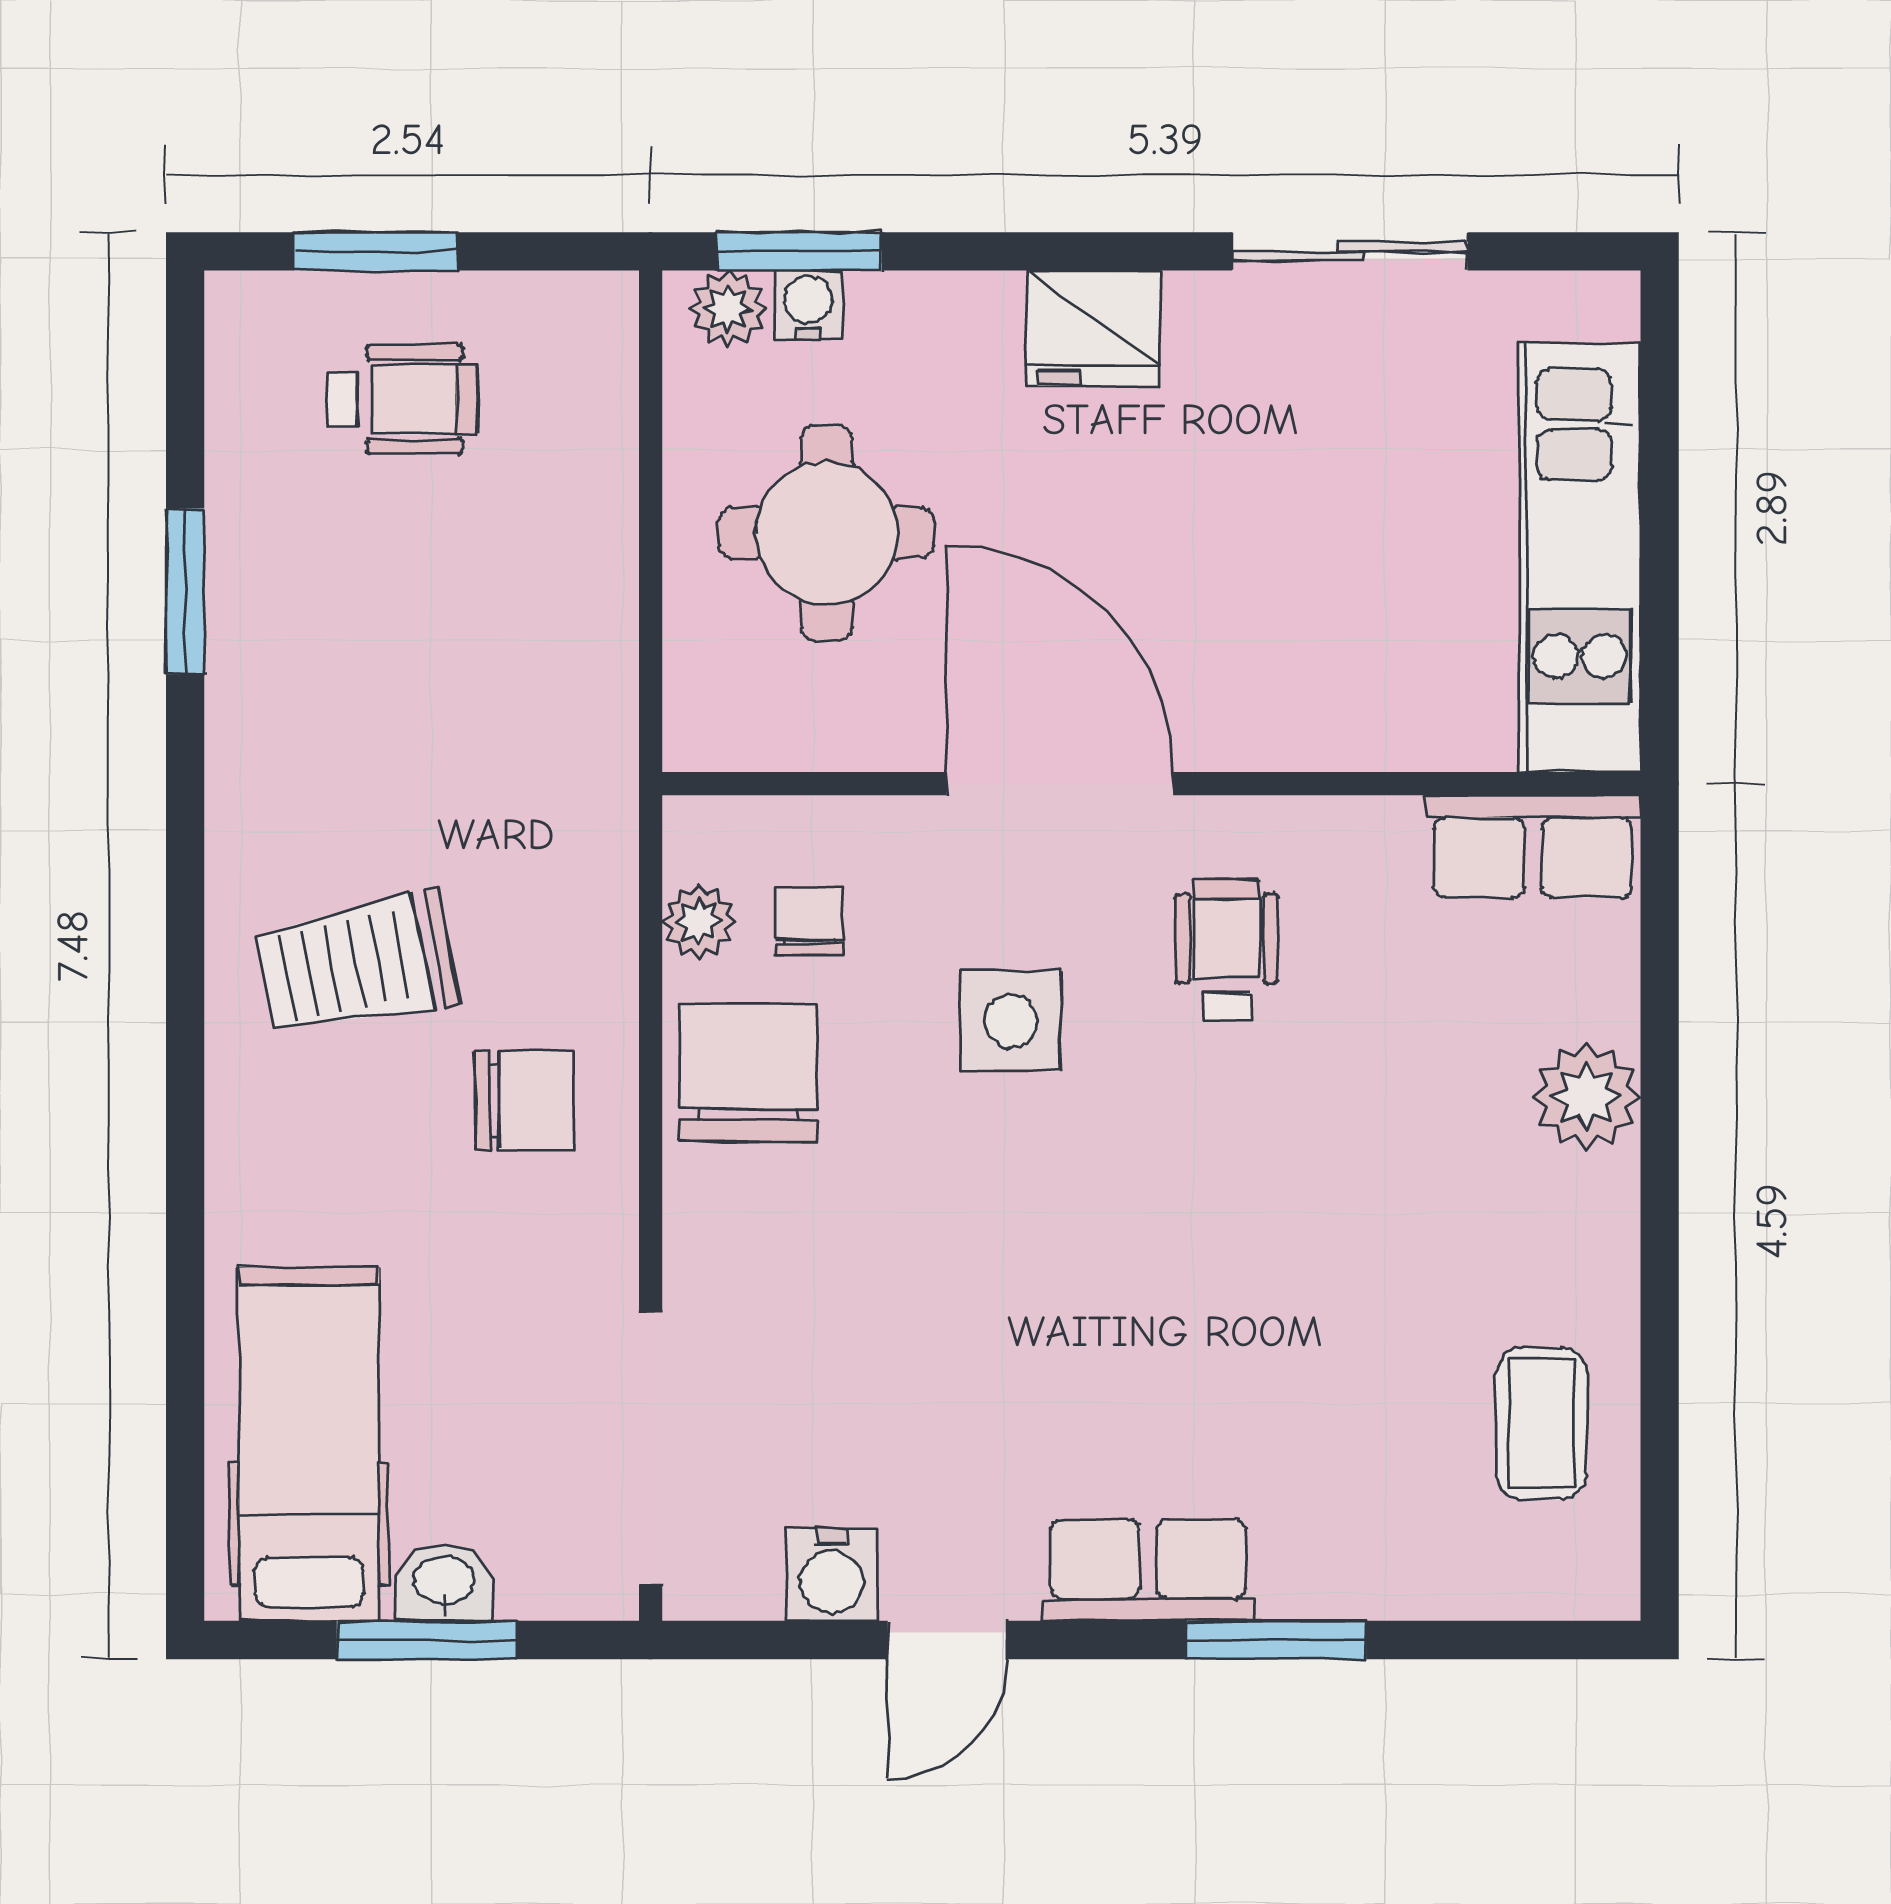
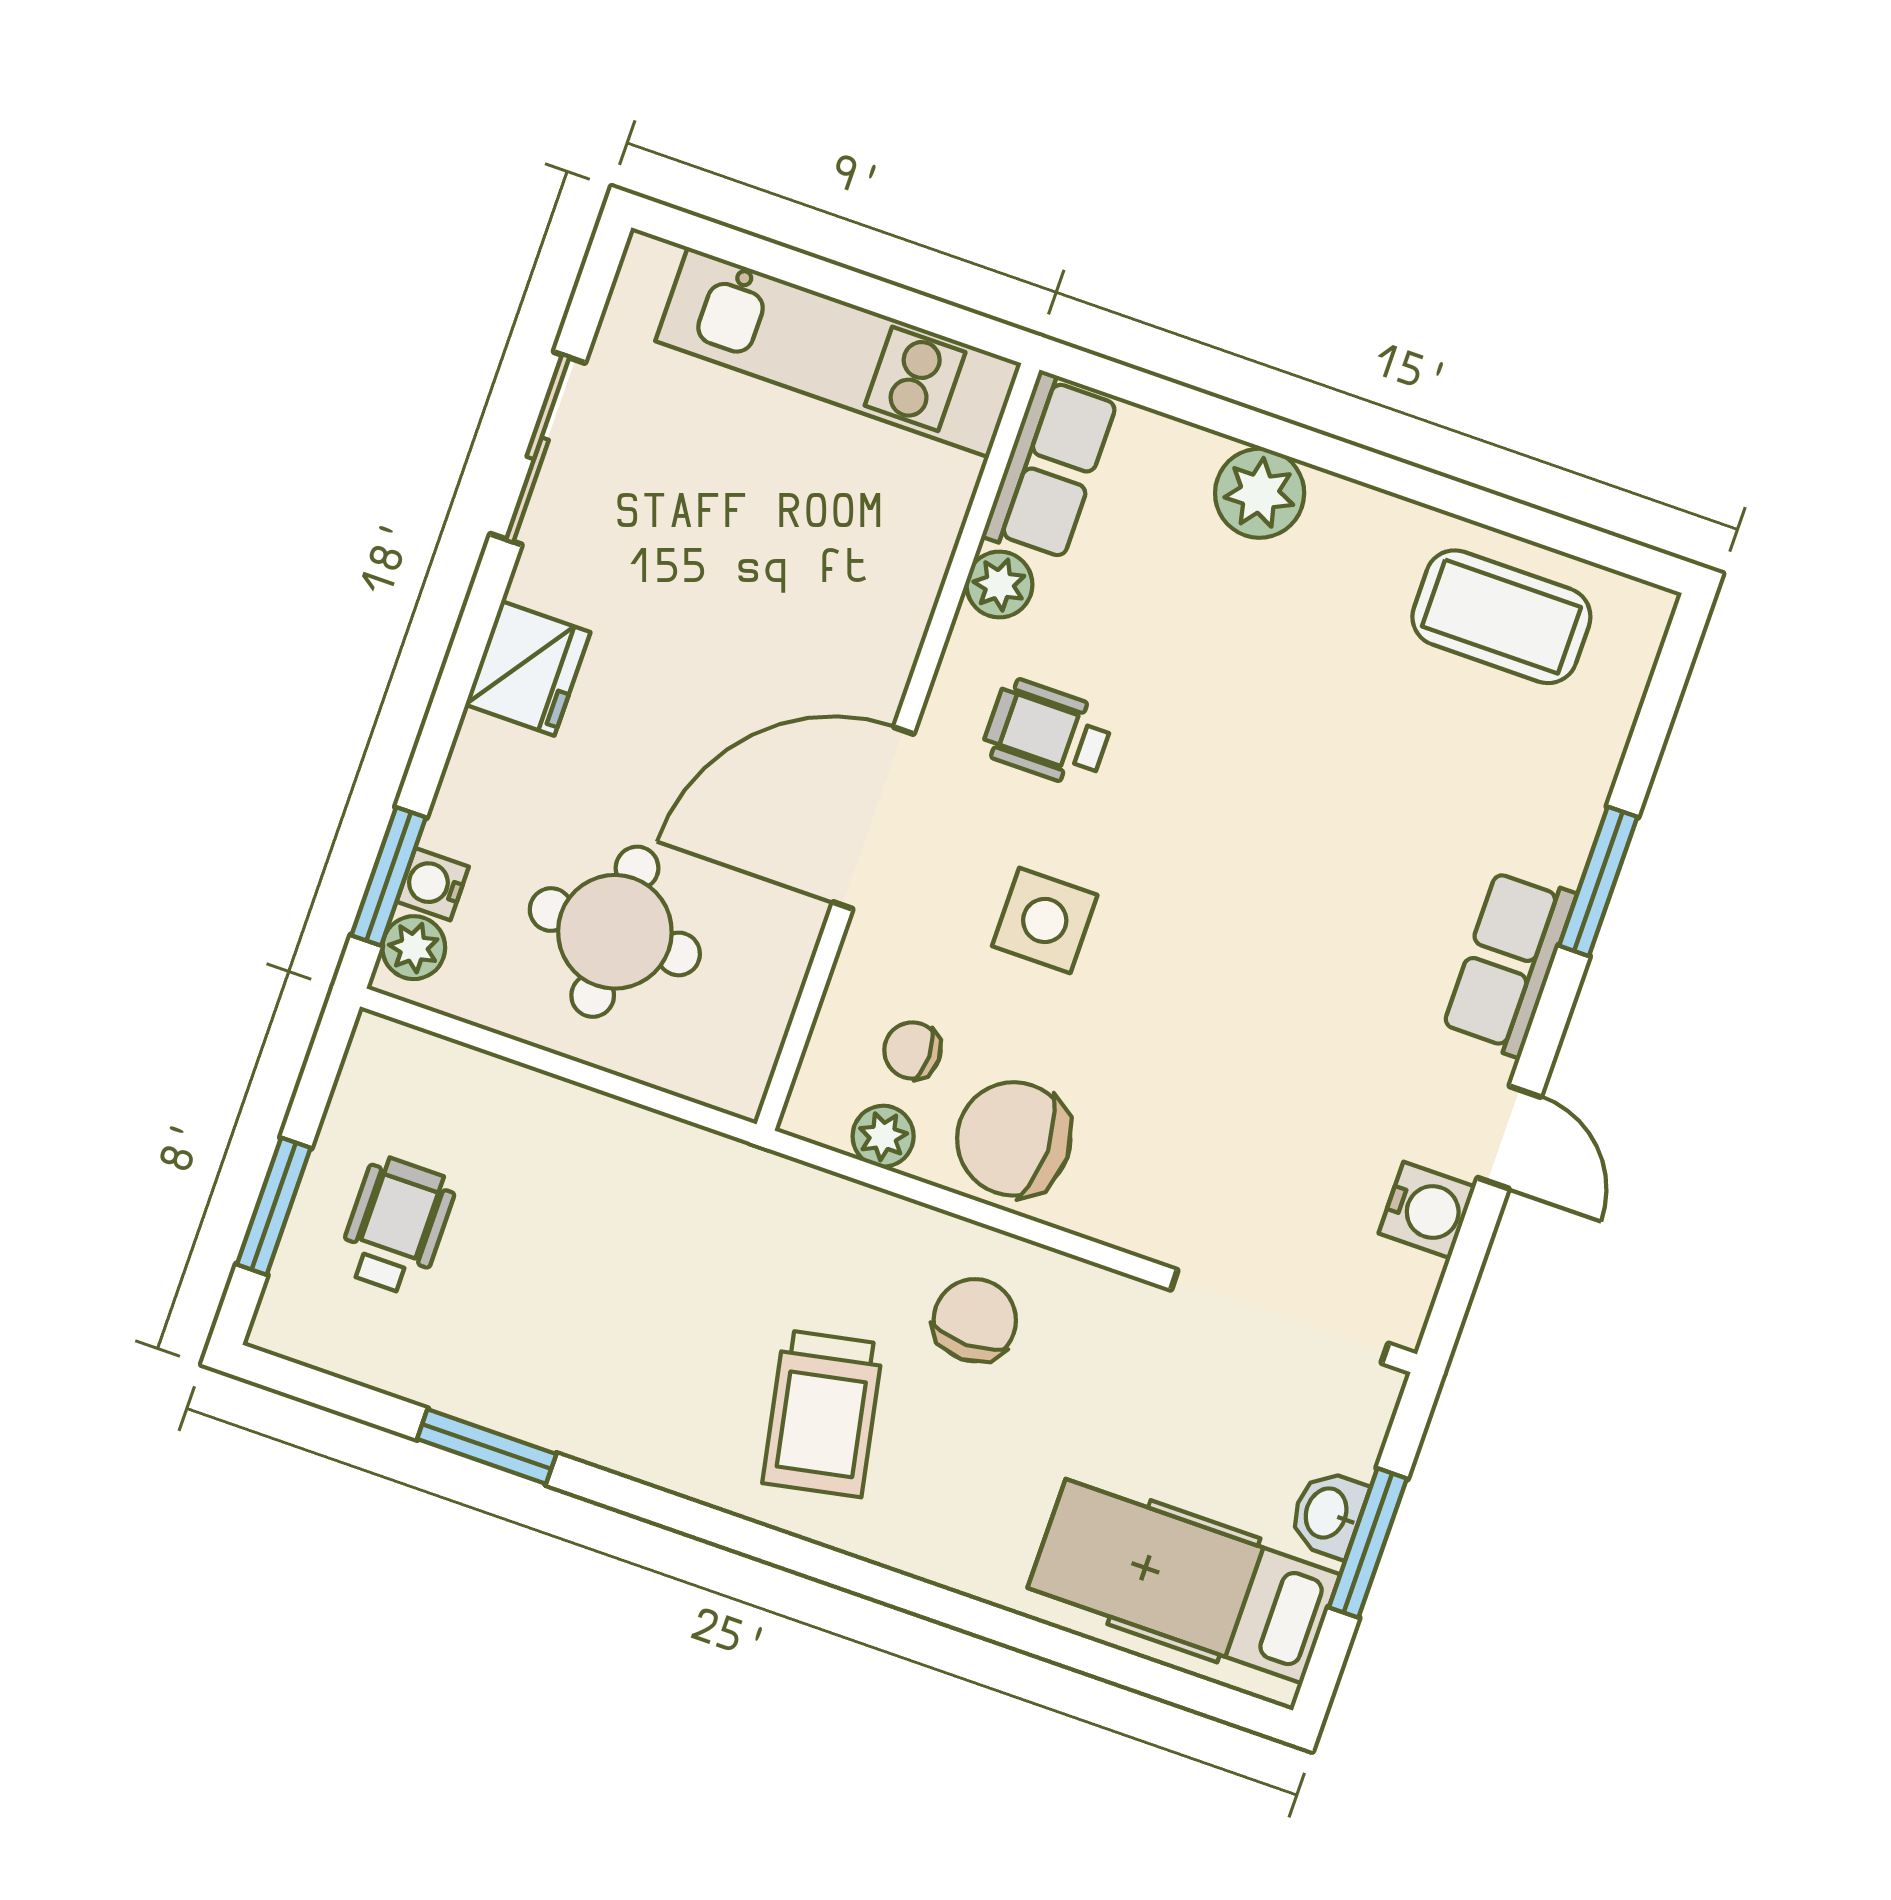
plant: (1378, 835) -> (999, 585), added
coffee table: (1541, 1423) -> (1501, 617), width x1.36, depth x1.30

